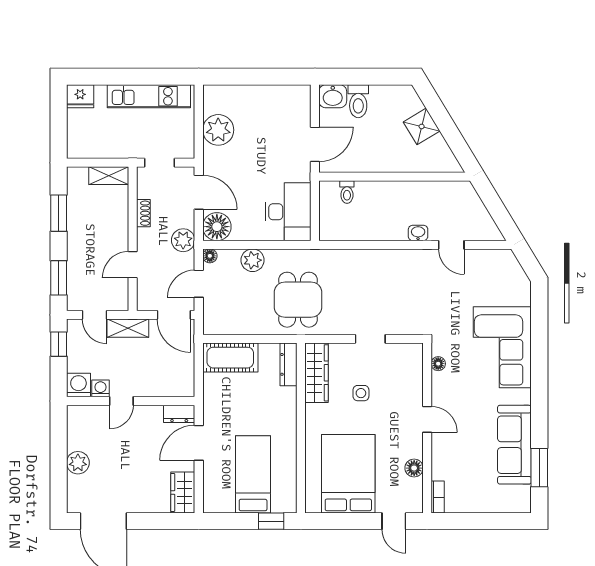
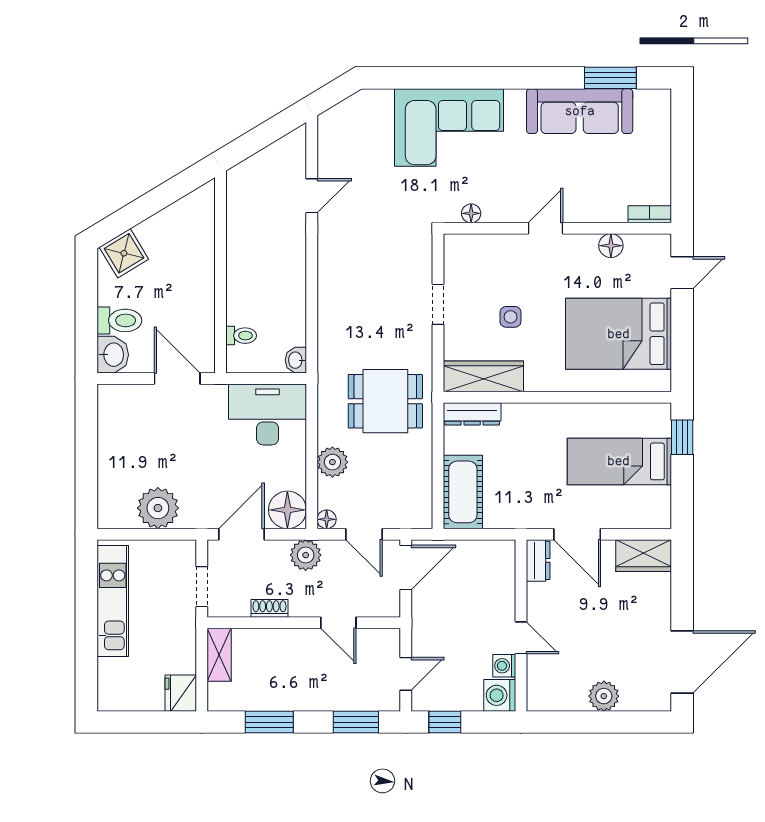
fridge: (80, 96) -> (181, 693), moved, turned 180
shower: (422, 126) -> (124, 253), moved
washbasin: (418, 233) -> (296, 360), moved
shelving: (128, 328) -> (424, 629), removed

